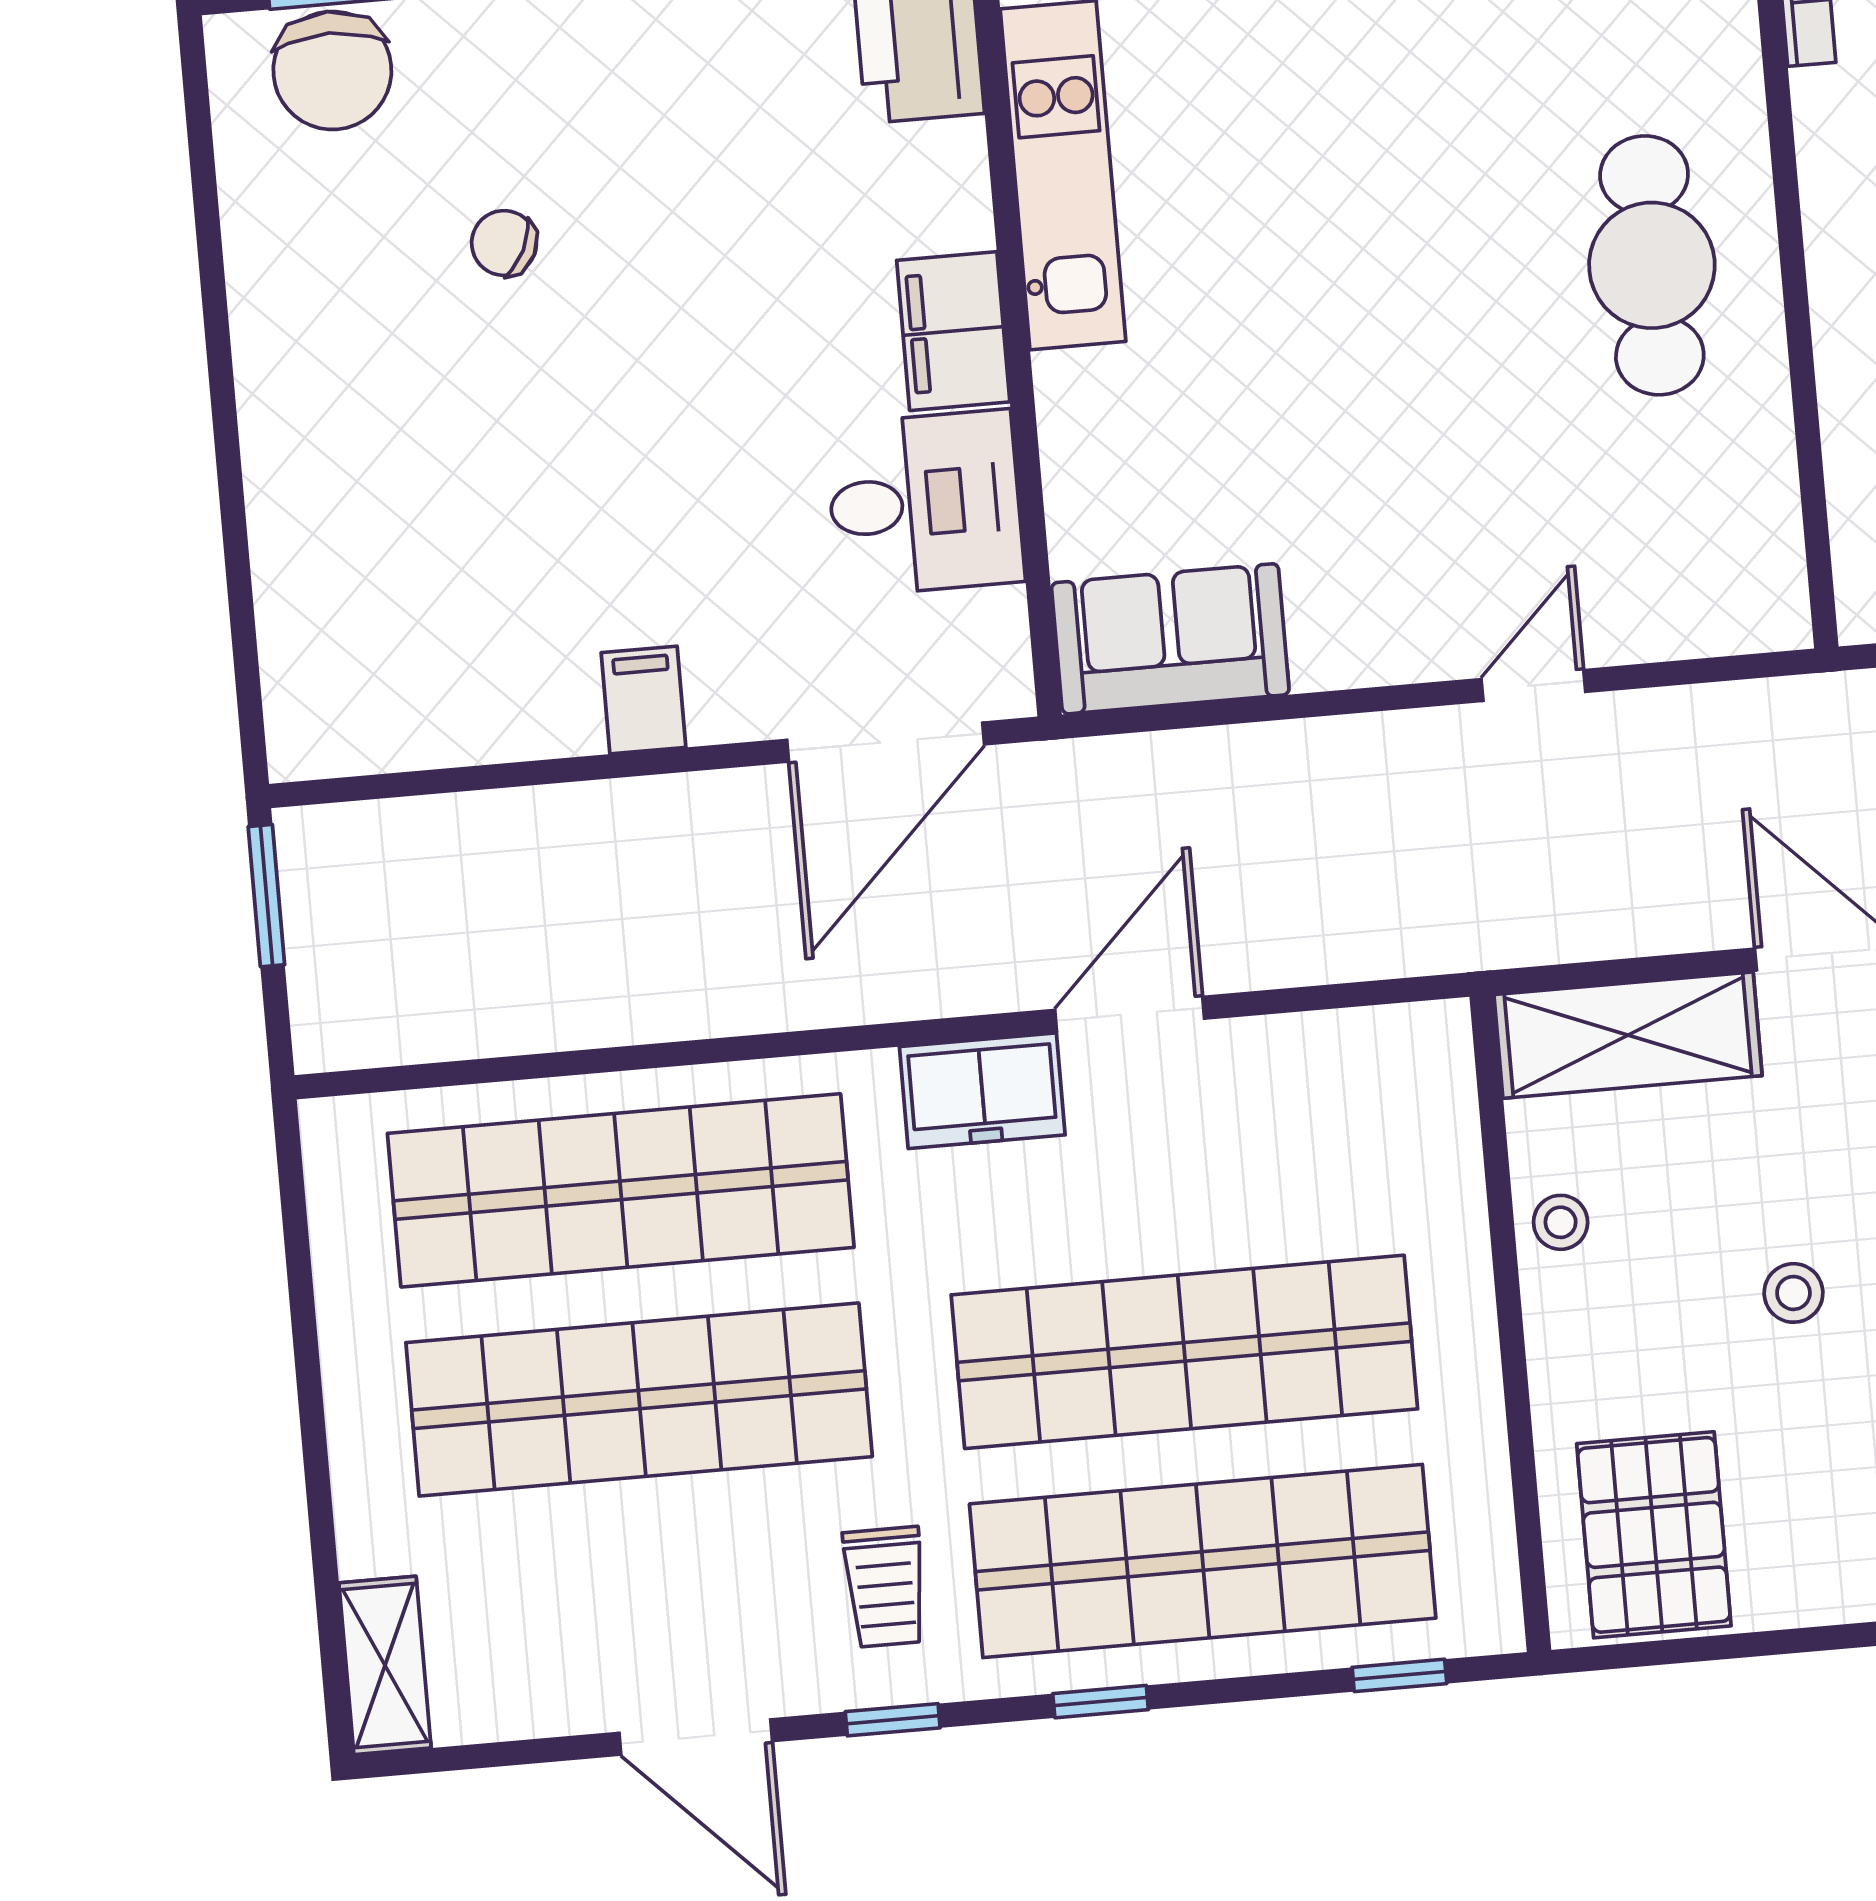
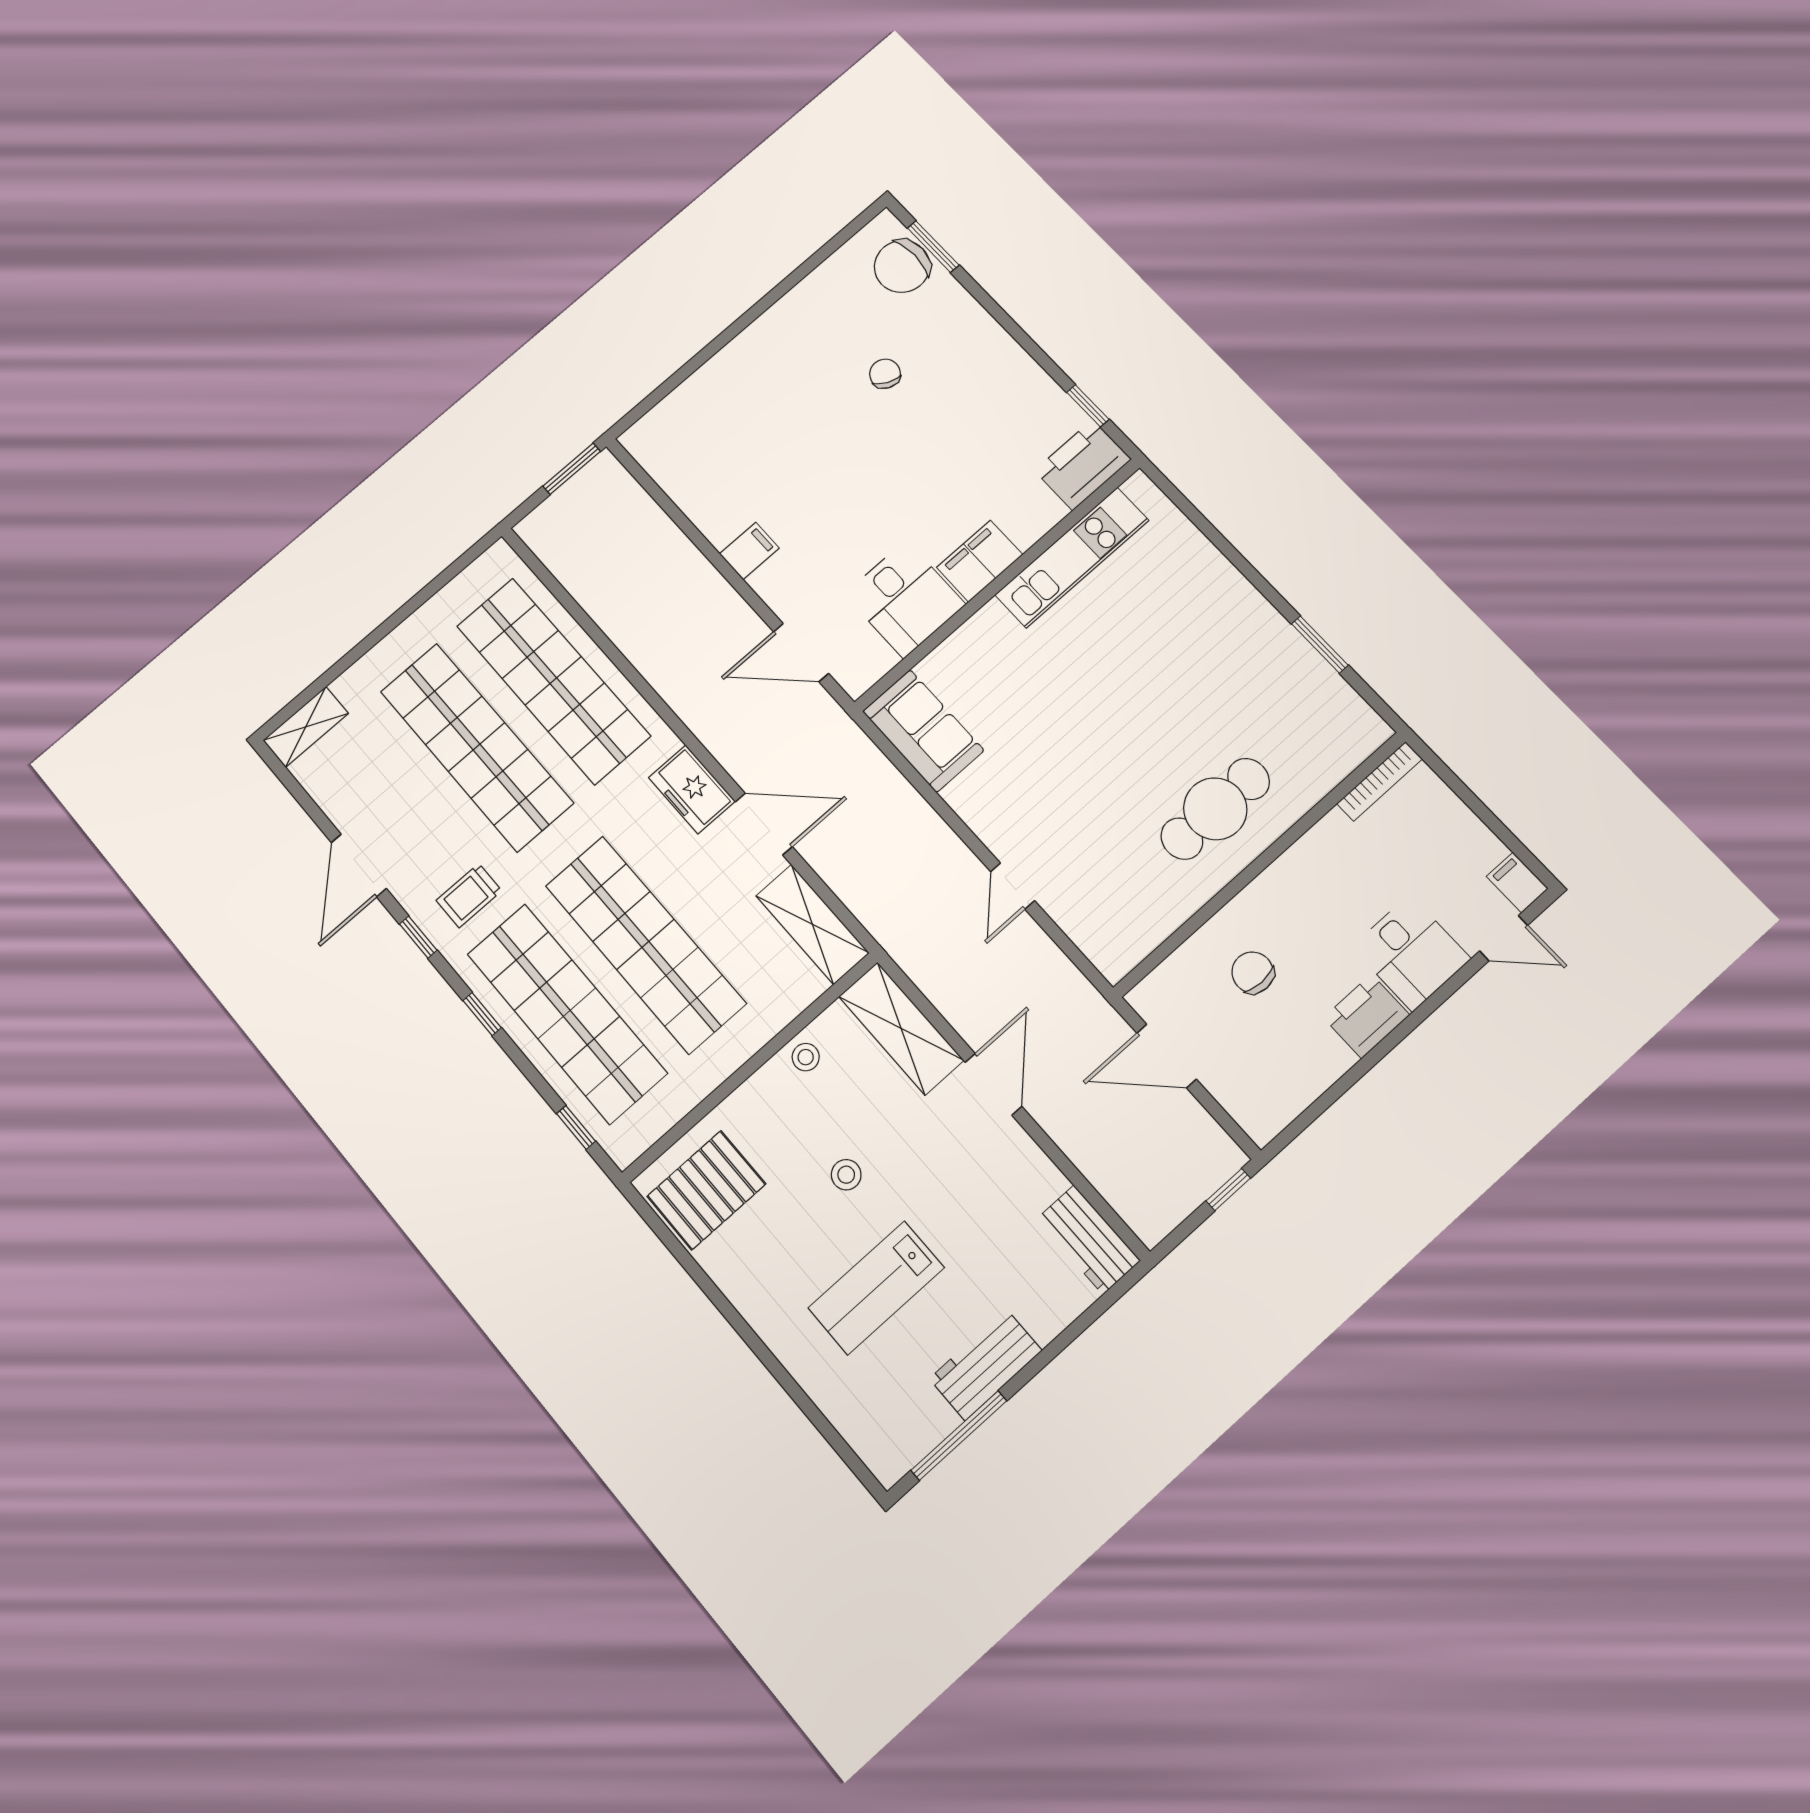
door: (1533, 685) -> (1013, 886), swing flipped
door: (886, 742) -> (801, 653), width x0.73
shelving: (1354, 1055) -> (812, 924), added

